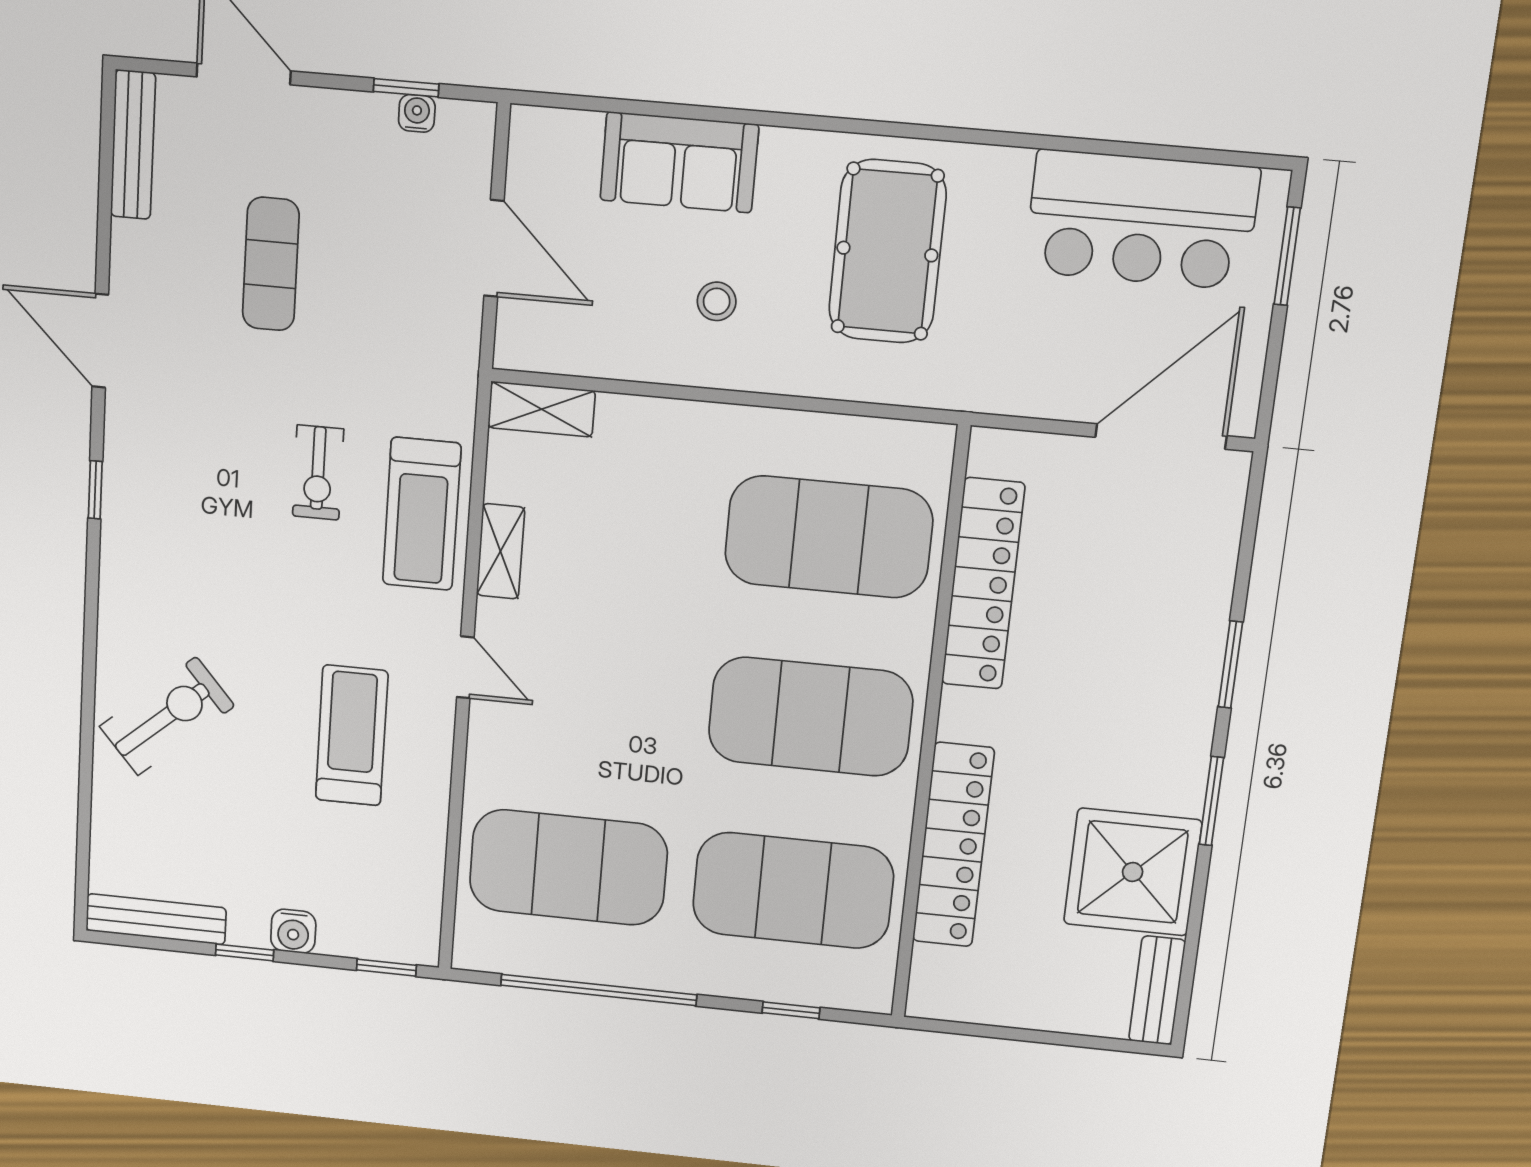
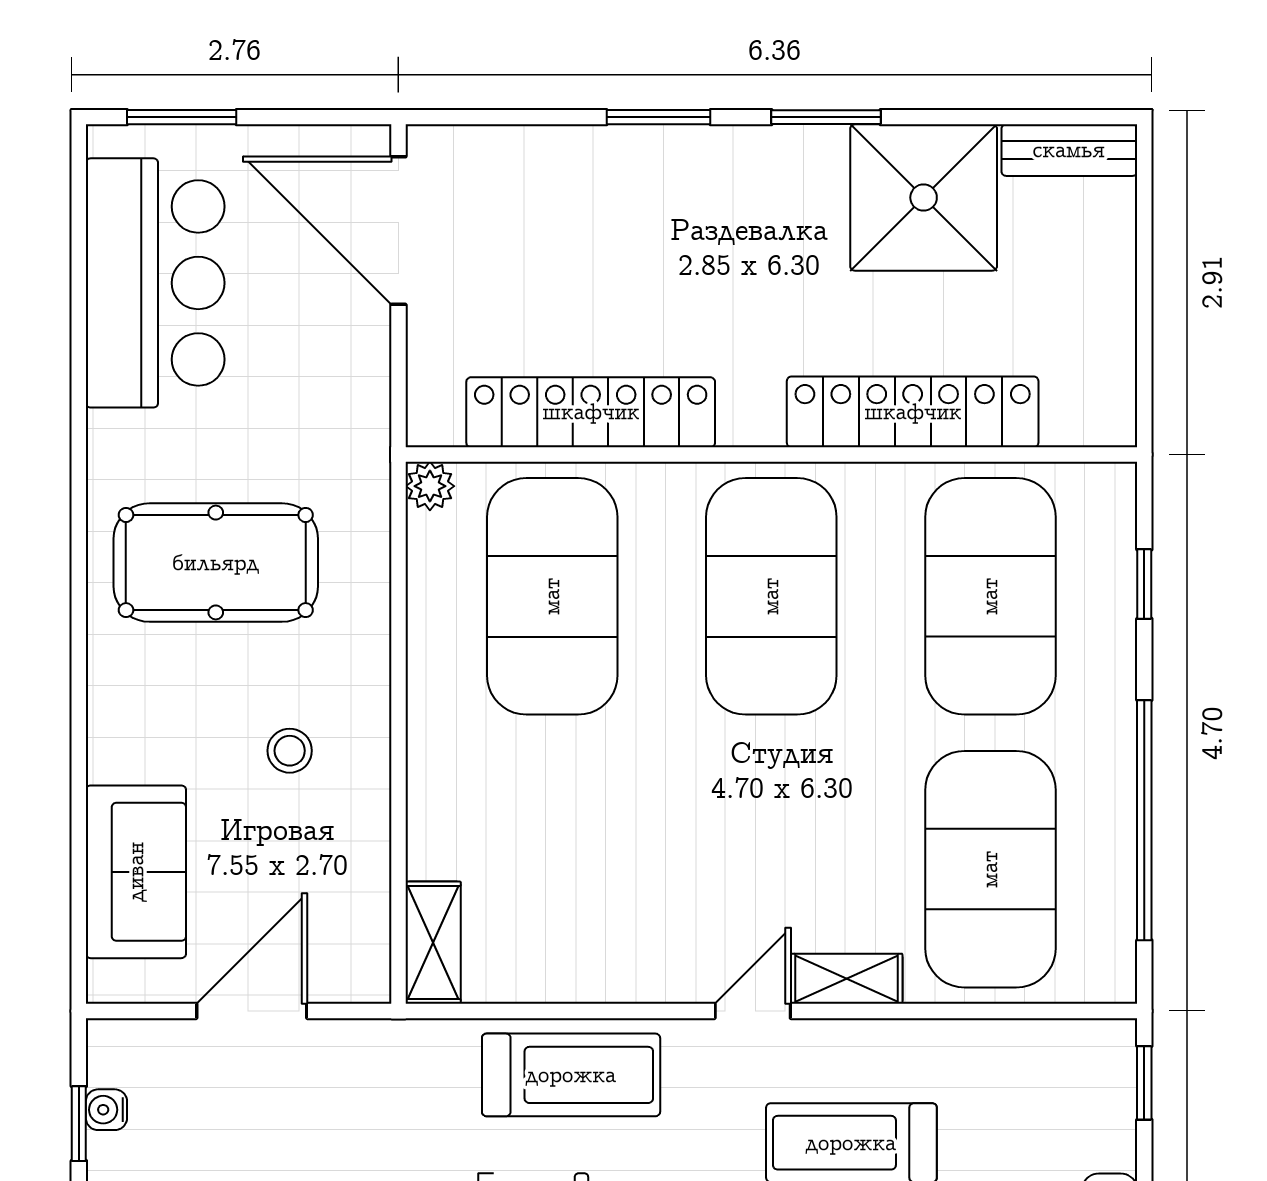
sofa: (679, 162) -> (136, 872), moved
plant: (934, 443) -> (430, 486), added
shelving: (500, 551) -> (847, 979), moved

